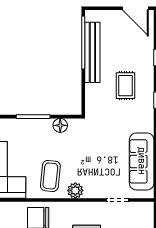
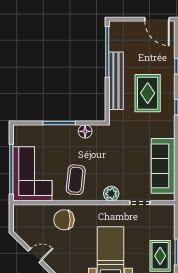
bench: (92, 52) -> (116, 81), moved
rug: (126, 86) -> (148, 93), width x1.36, depth x1.43
plant: (75, 190) -> (111, 194), moved

